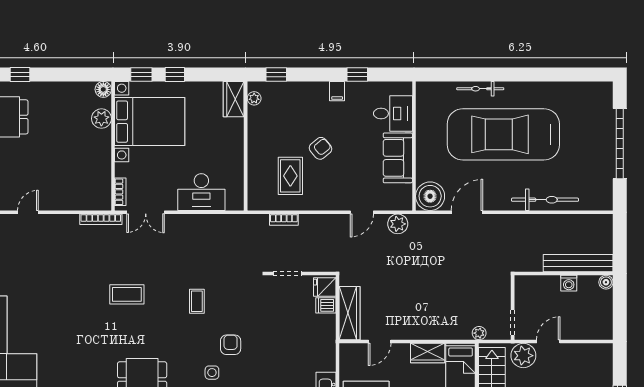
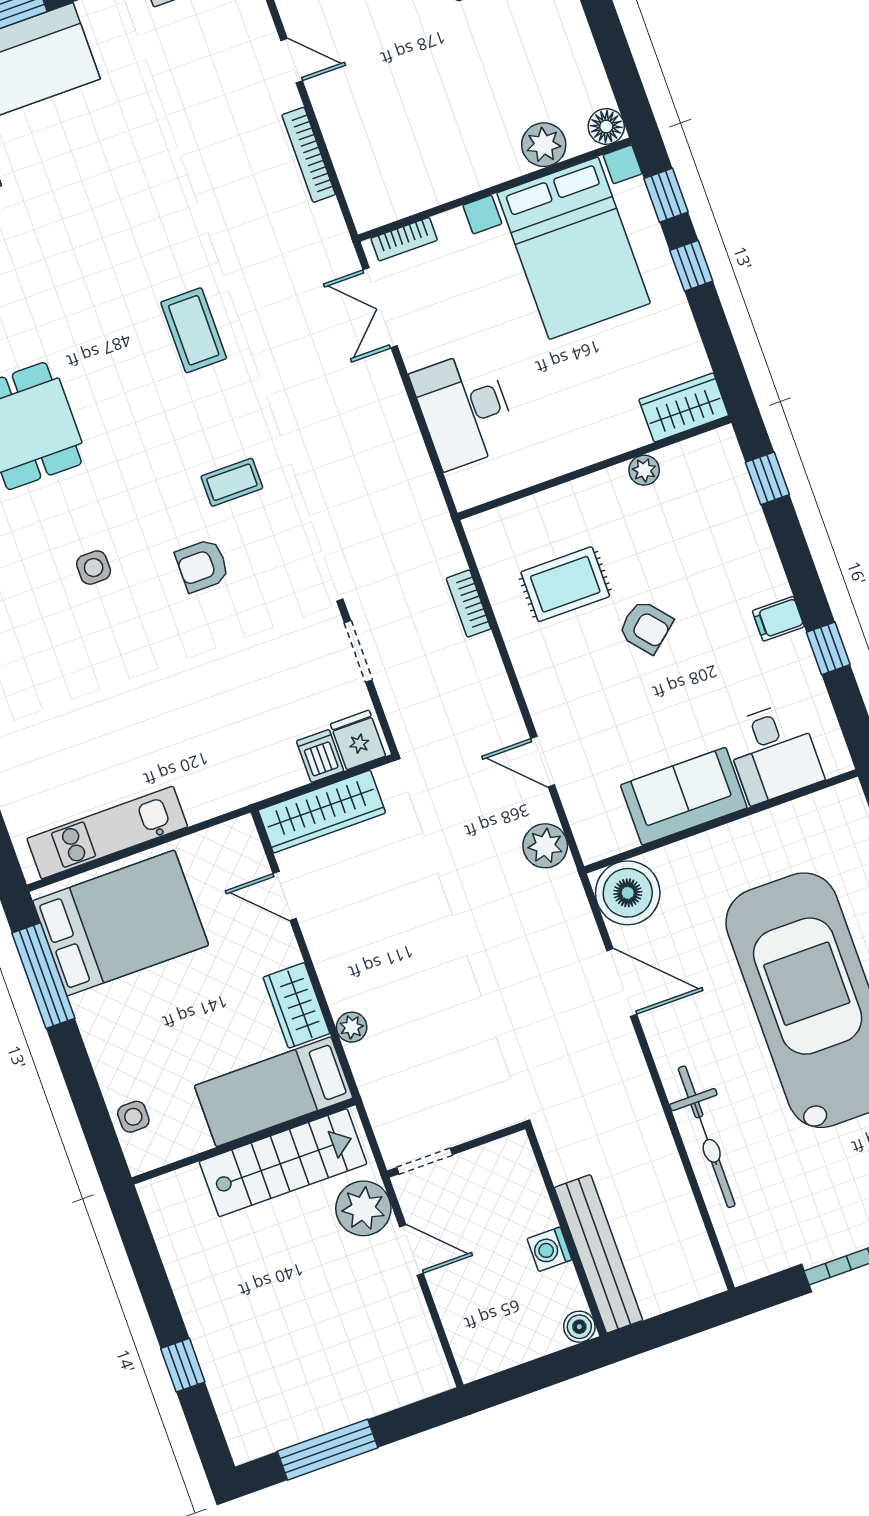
plant: (254, 98) -> (644, 470), moved
bookcase: (101, 219) -> (309, 155), moved
plant: (479, 333) -> (352, 1027), moved
armchair: (231, 345) -> (202, 566), moved, turned 180

